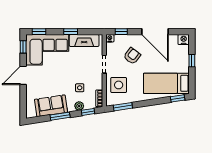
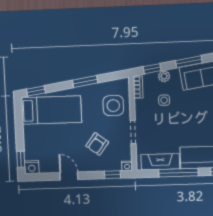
window: (71, 32) -> (178, 173), width x2.17
door: (155, 32) -> (69, 176), width x0.53
window: (192, 61) -> (21, 159), moved
window: (123, 107) -> (85, 82), moved

